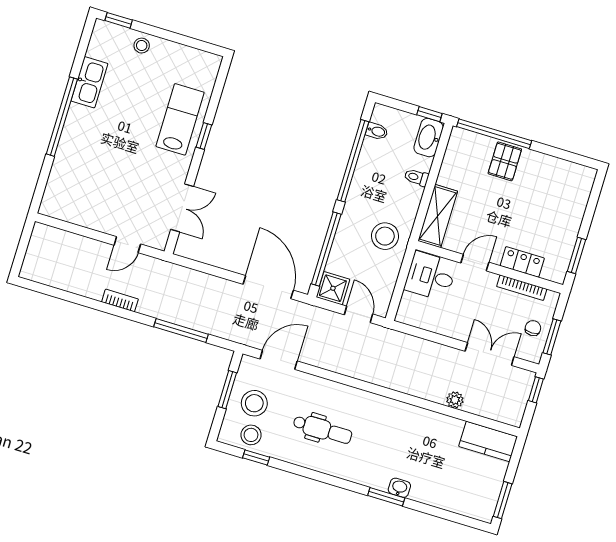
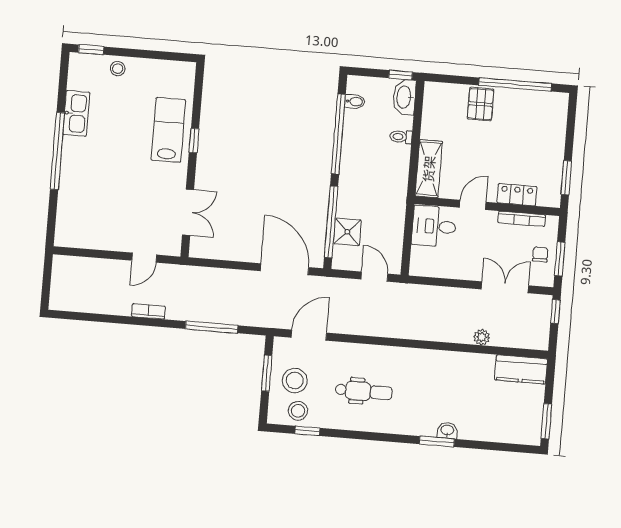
window: (494, 134) -> (515, 84), moved
stool: (385, 236) -> (383, 198), removed
shower: (333, 288) -> (347, 232), moved

